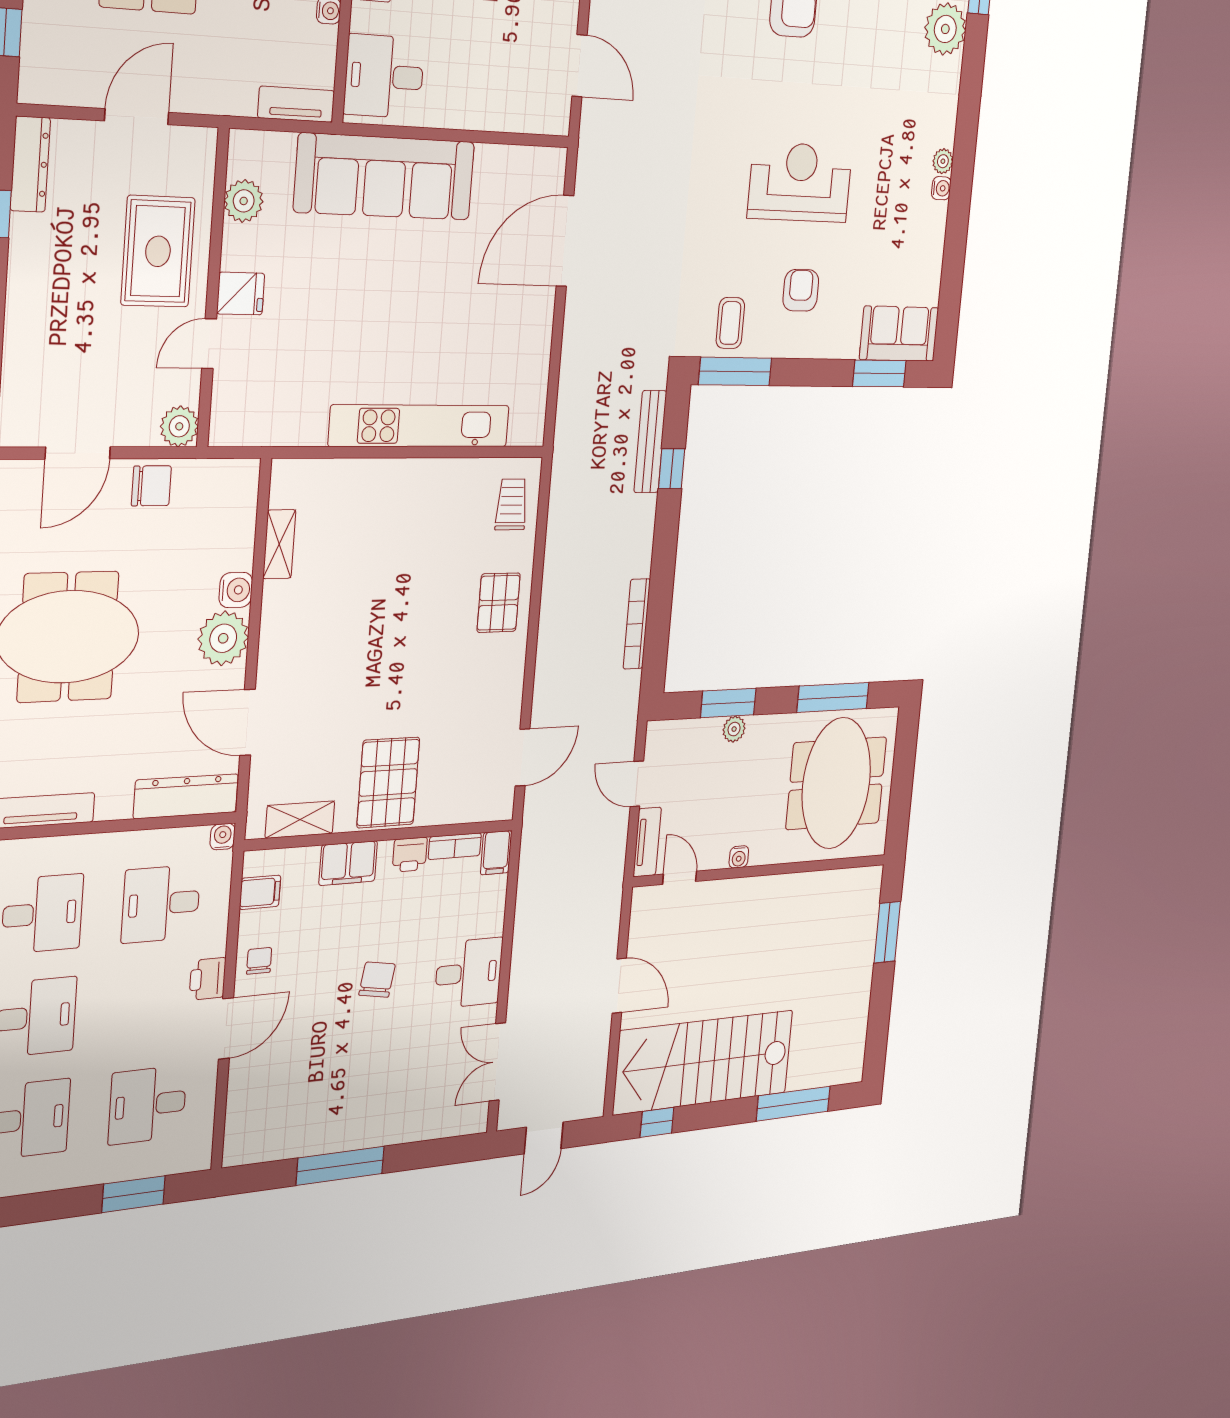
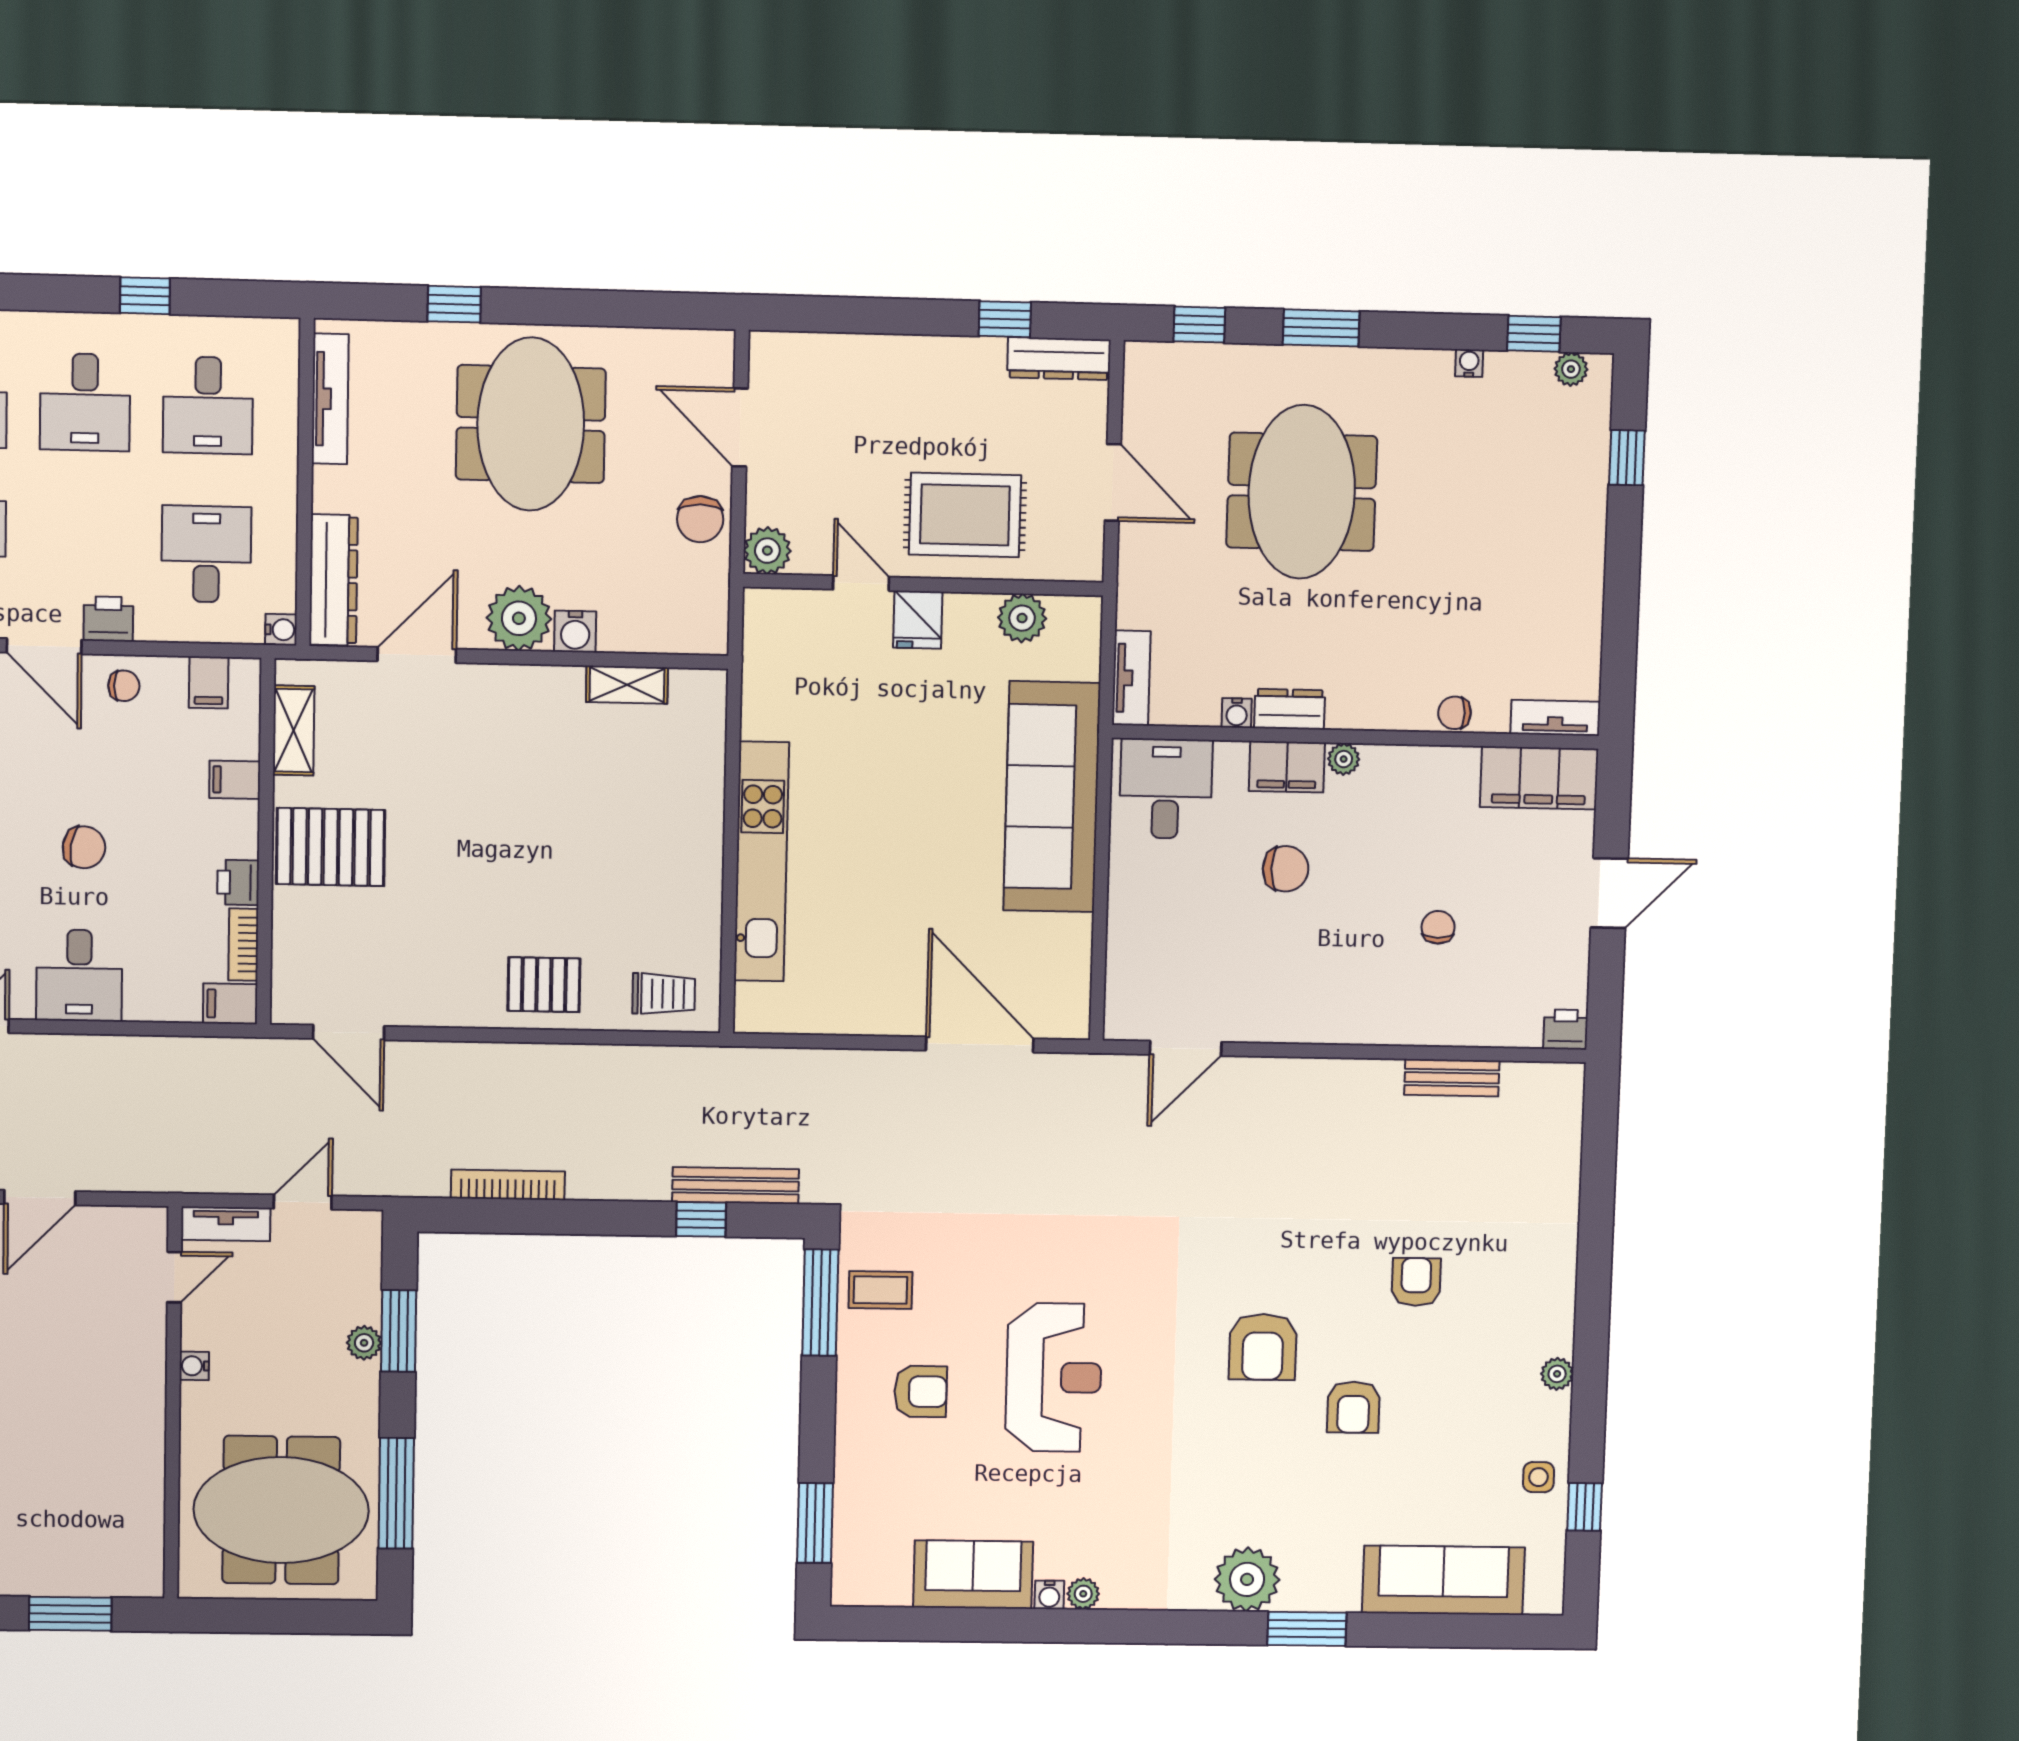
sofa: (899, 334) -> (973, 1575), moved, turned -90
filing cabinet: (348, 863) -> (235, 780), width x0.50

